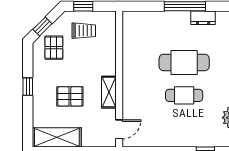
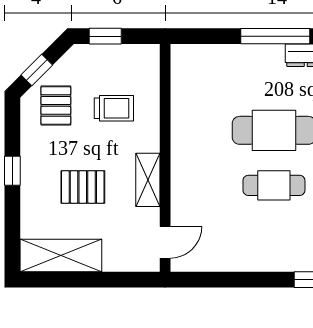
trolley: (84, 31) -> (114, 108), moved

